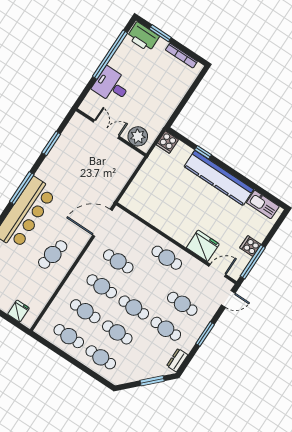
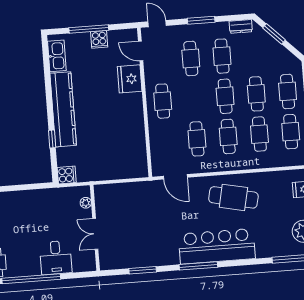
plant: (138, 136) -> (86, 203), width x0.53, depth x0.53
door: (102, 223) -> (175, 177), width x0.73
cafe table: (53, 254) -> (233, 197), width x1.37, depth x1.35
window: (253, 262) -> (89, 29), moved

